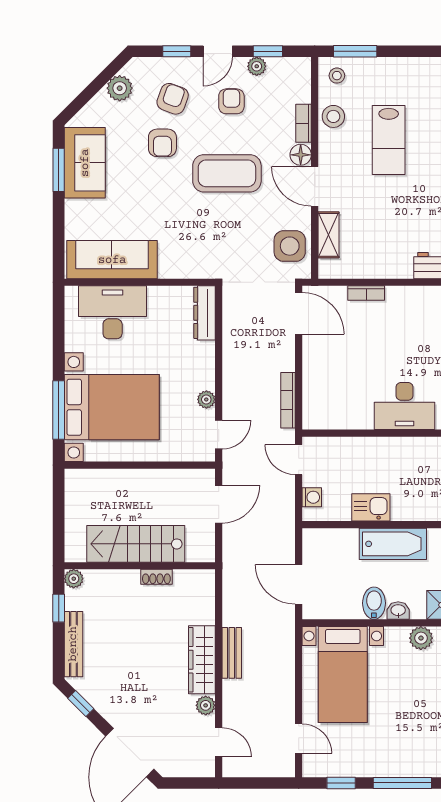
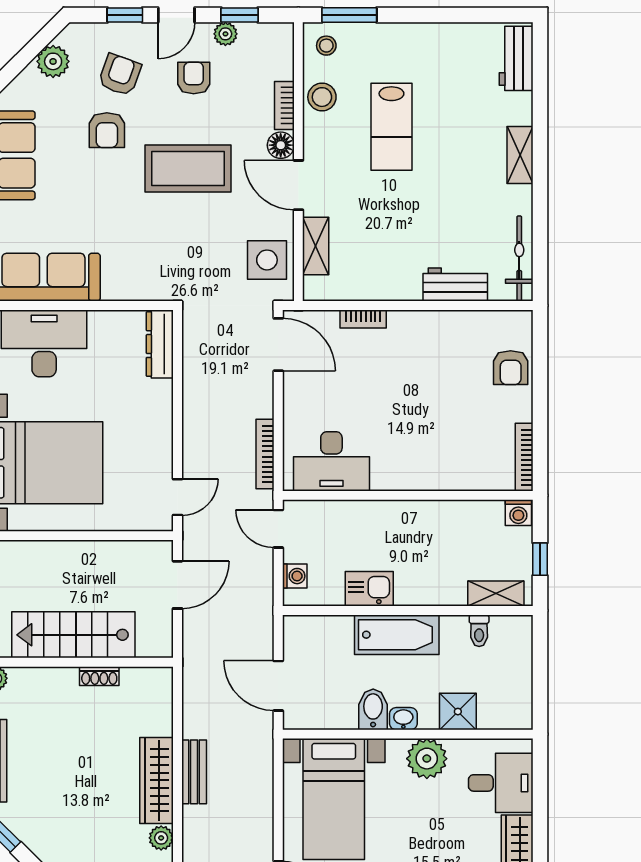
plant: (206, 399) -> (162, 453), removed
desk: (405, 406) -> (331, 461), moved
plant: (421, 638) -> (427, 759), width x1.36, depth x1.36

